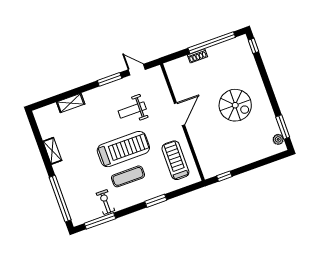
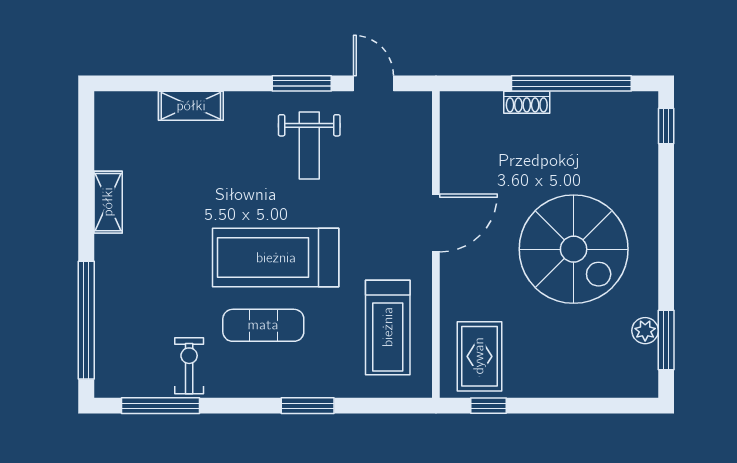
spiral stairs: (235, 105) -> (574, 249), width x1.37, depth x1.37
weight bench: (132, 110) -> (309, 145), moved, turned -90
plant: (278, 139) -> (645, 331), moved
treadmill: (123, 149) -> (276, 258), turned 180
rug: (214, 159) -> (479, 356), added
treadmill: (175, 160) -> (388, 327), turned 180

